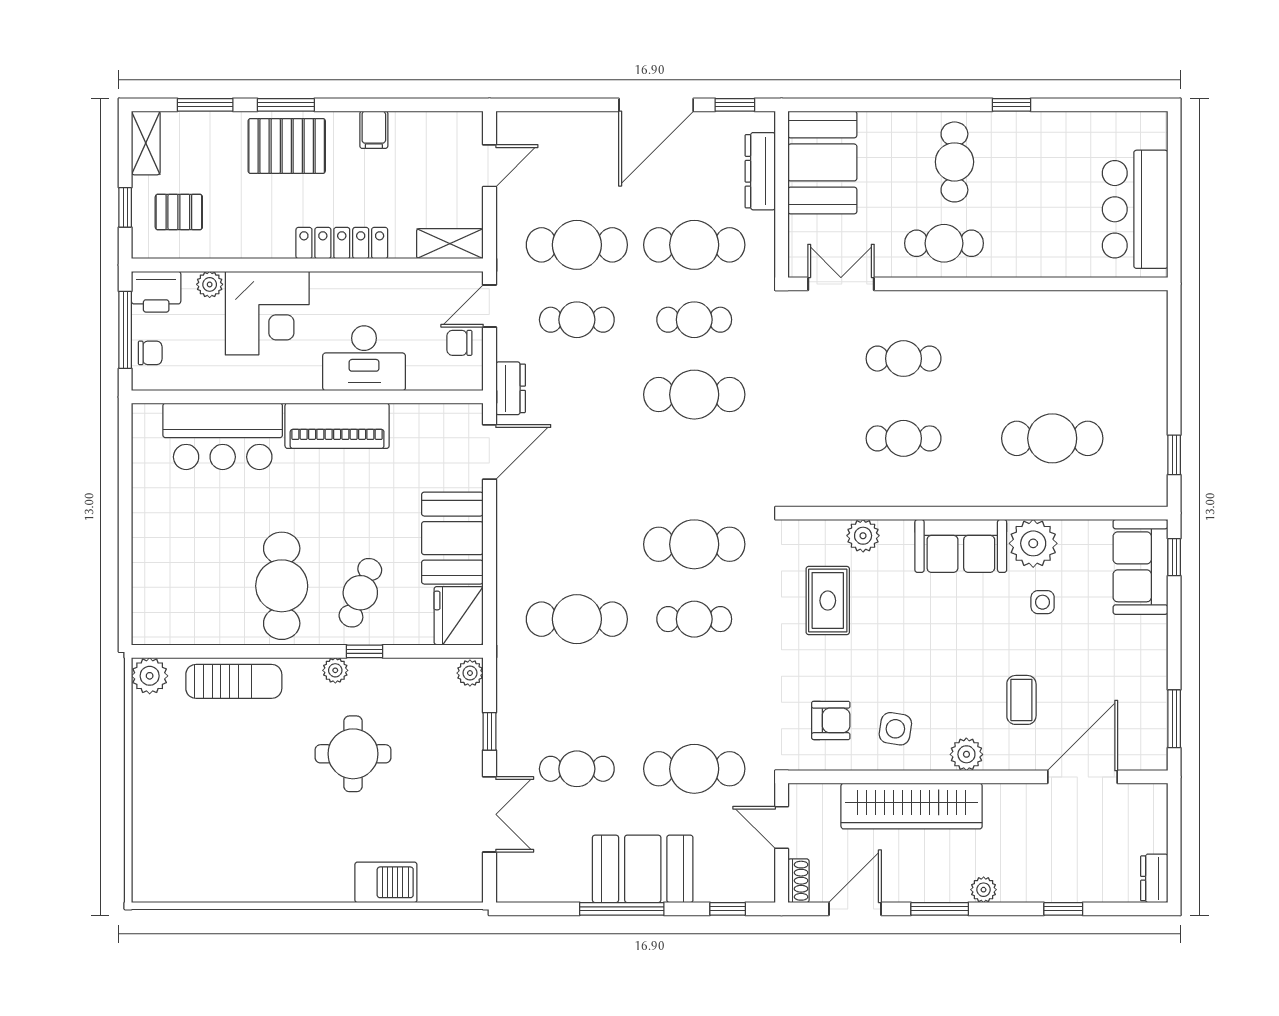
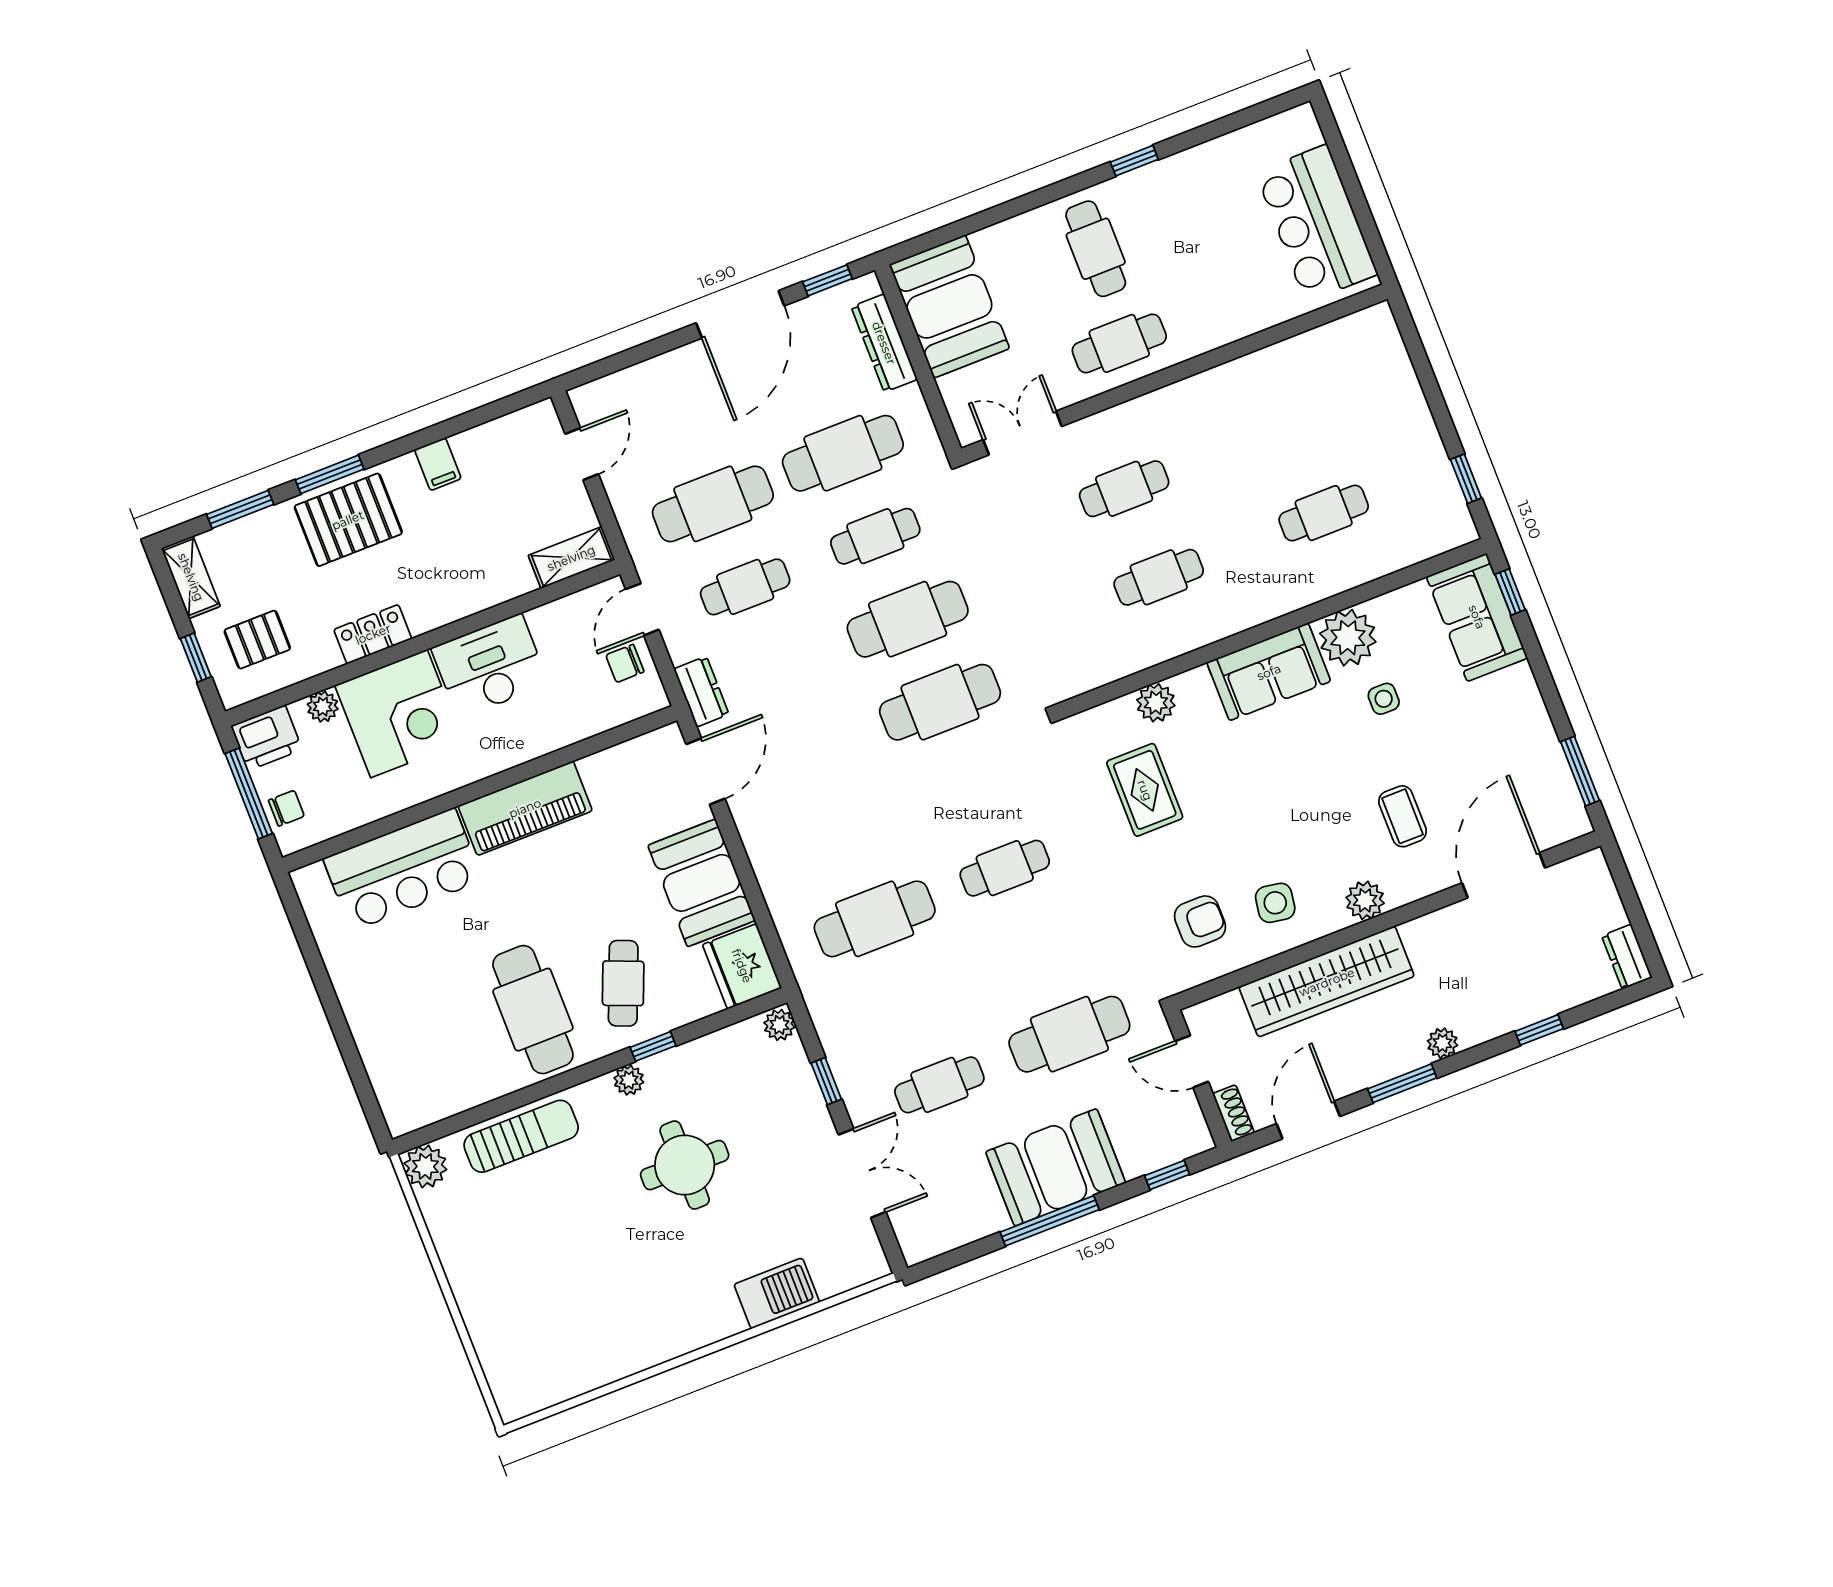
locker: (342, 243) -> (373, 634), moved, width x0.66
desk: (364, 358) -> (490, 666), moved, turned 180
cafe table: (1052, 438) -> (1324, 513), width x0.73, depth x0.74
cafe table: (694, 544) -> (940, 702), moved

